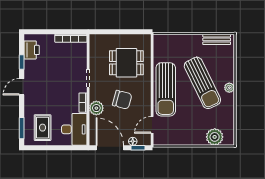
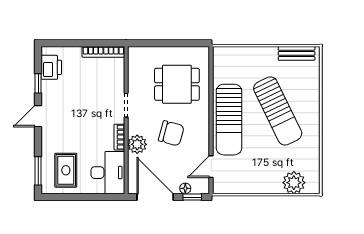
plant: (229, 88) -> (313, 117), removed

